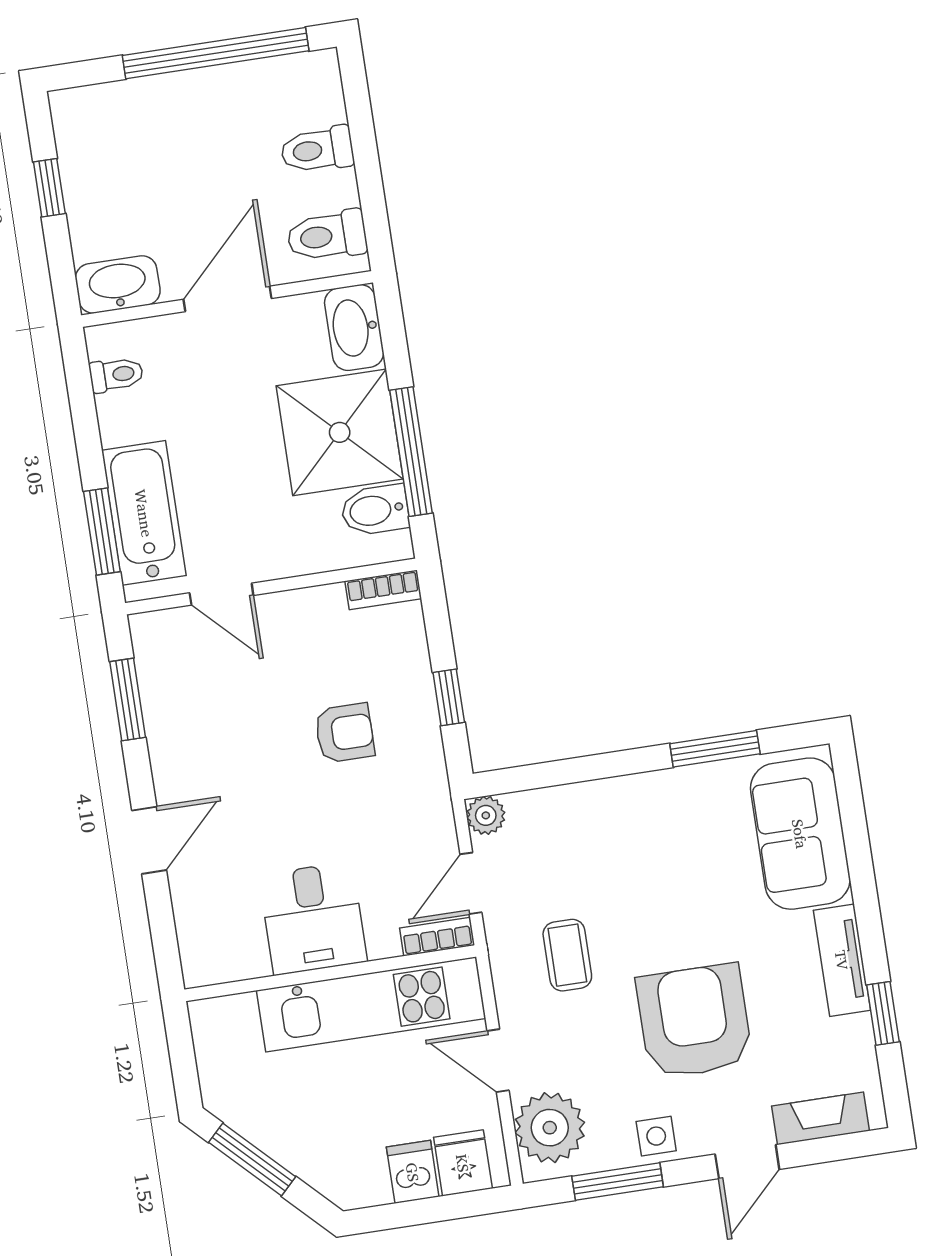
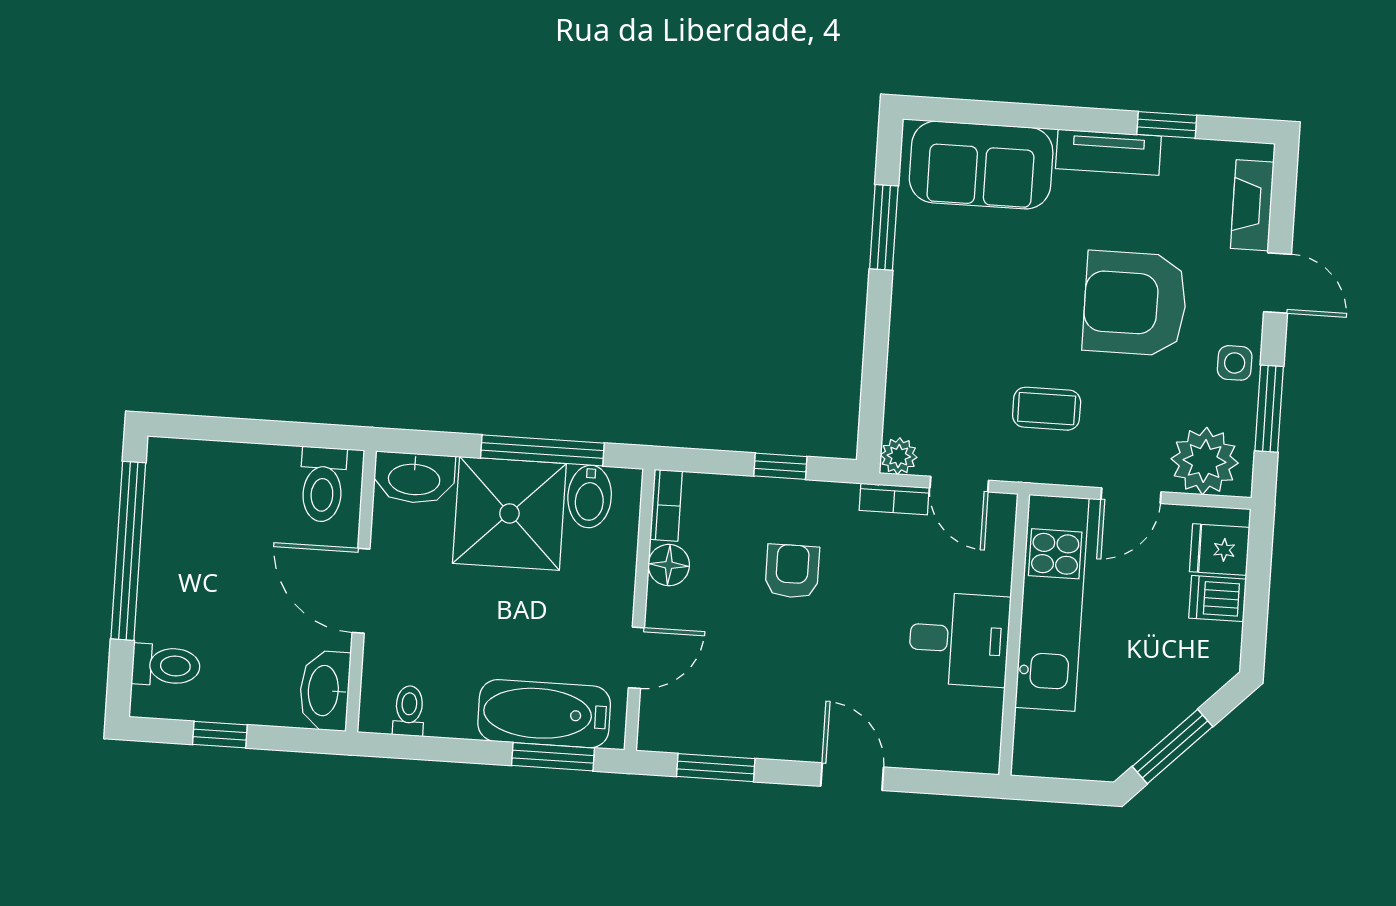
toilet: (317, 150) -> (166, 665), moved, turned -90
floor lamp: (323, 606) -> (669, 565), added
bookcase: (437, 937) -> (894, 499), moved, turned -90

